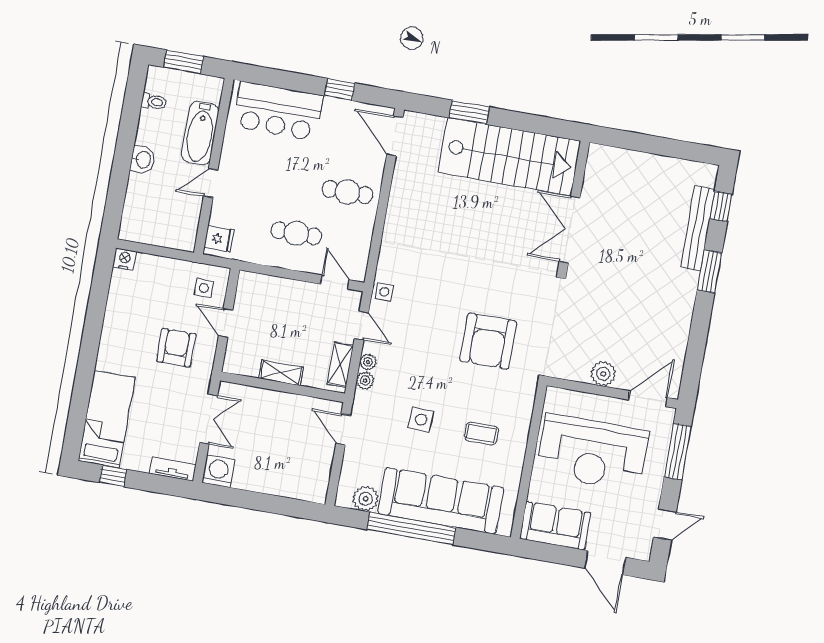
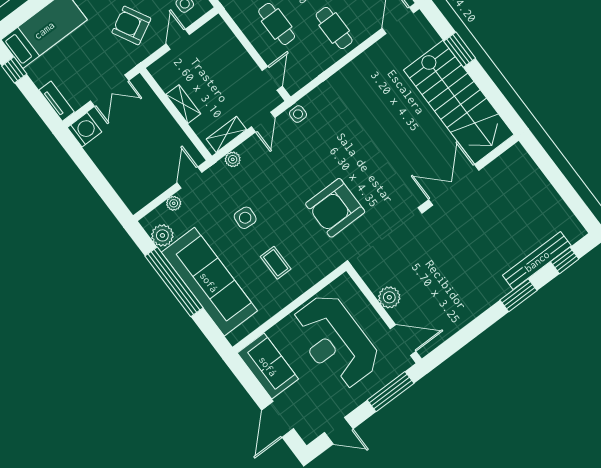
armchair: (176, 348) -> (131, 25), turned -118
plant: (368, 362) -> (174, 203), moved

